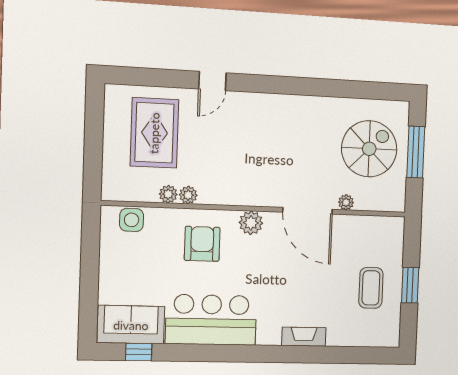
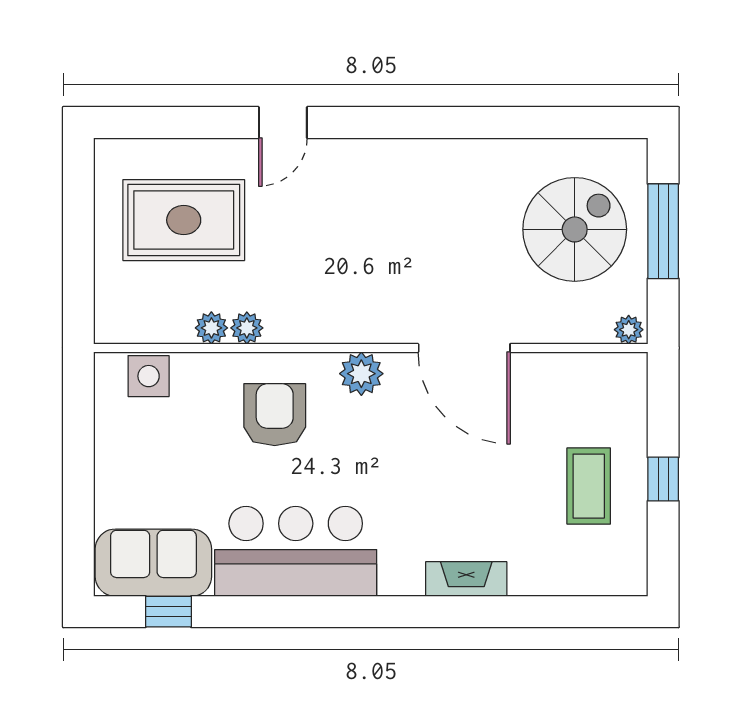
rug: (154, 133) -> (184, 220), turned 90
plant: (346, 202) -> (629, 330), moved
window: (410, 285) -> (663, 479), width x0.67

